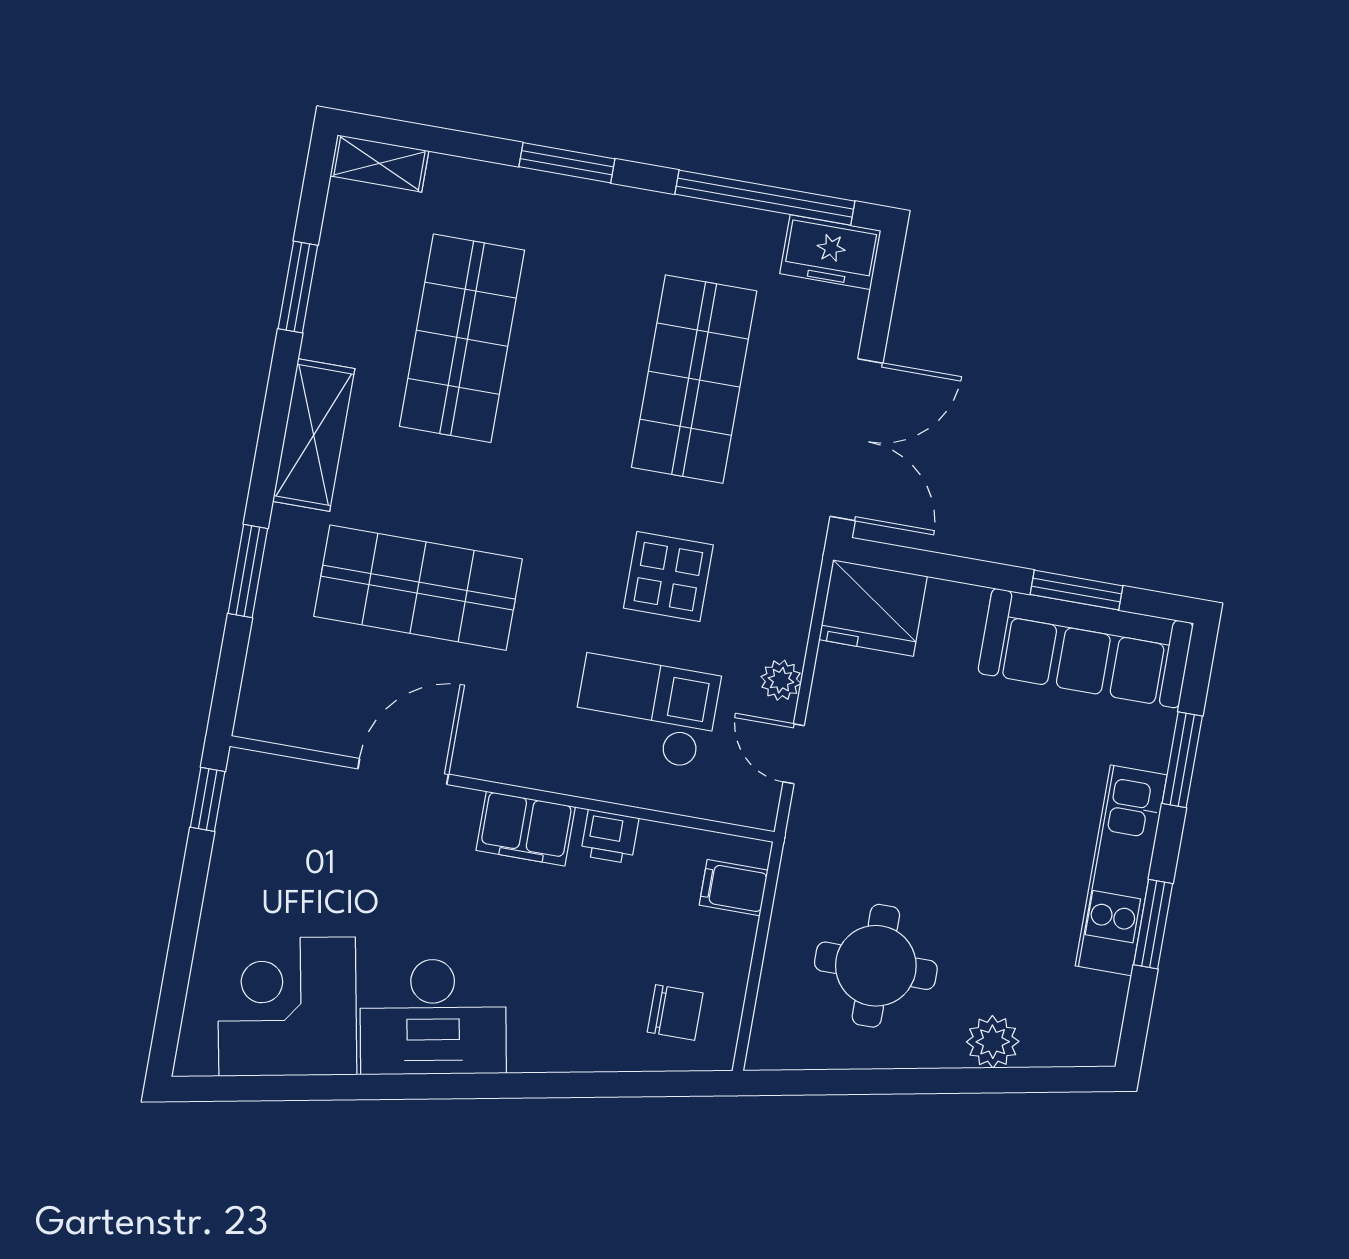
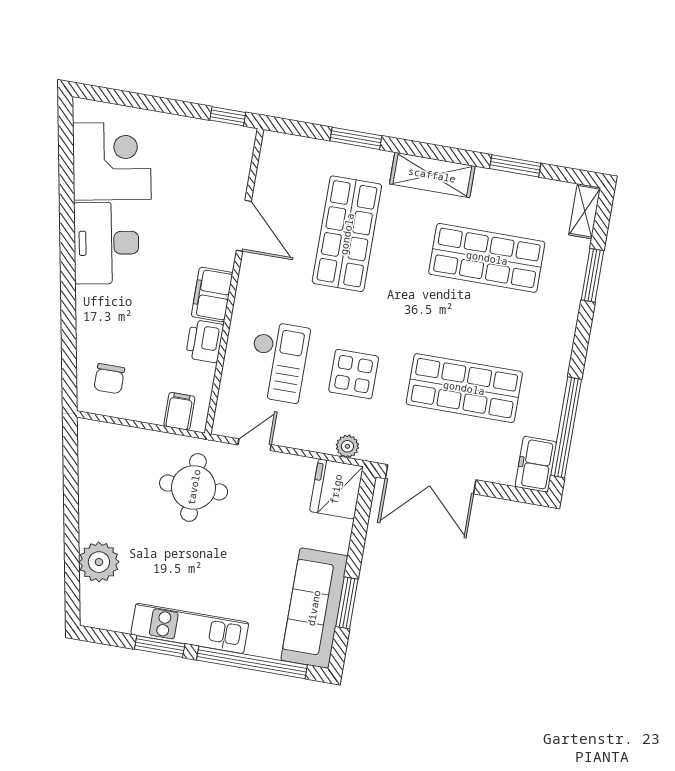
window: (567, 163) -> (592, 275), moved
plant: (781, 680) -> (347, 446), moved
window: (1182, 760) -> (252, 662), width x2.11
printer: (610, 837) -> (205, 341), width x1.36, depth x1.24
round table: (876, 966) -> (194, 487), moved
plant: (993, 1042) -> (99, 562), width x1.36, depth x1.36

